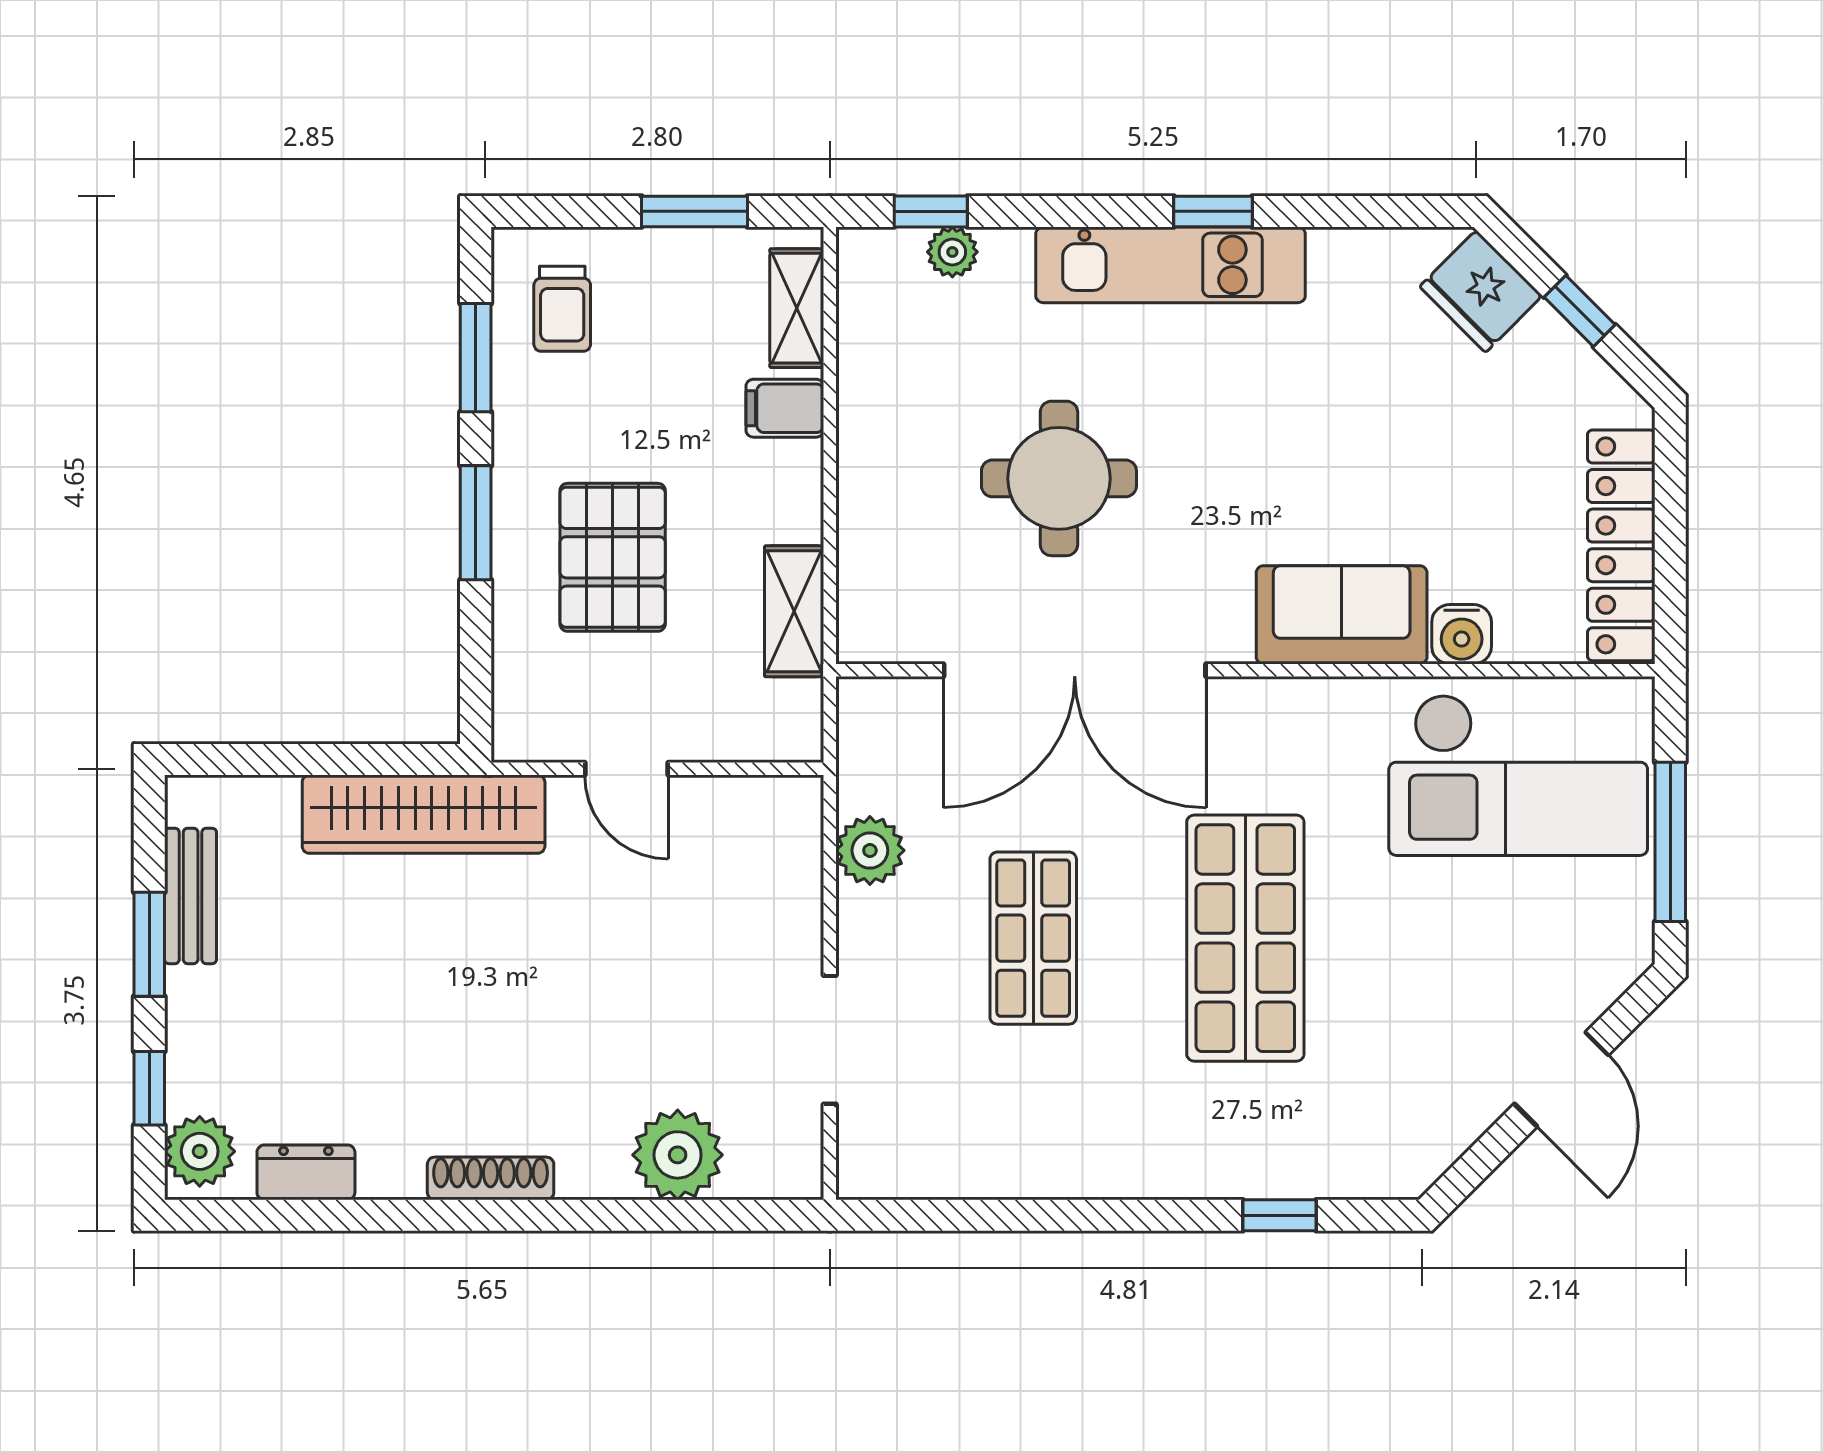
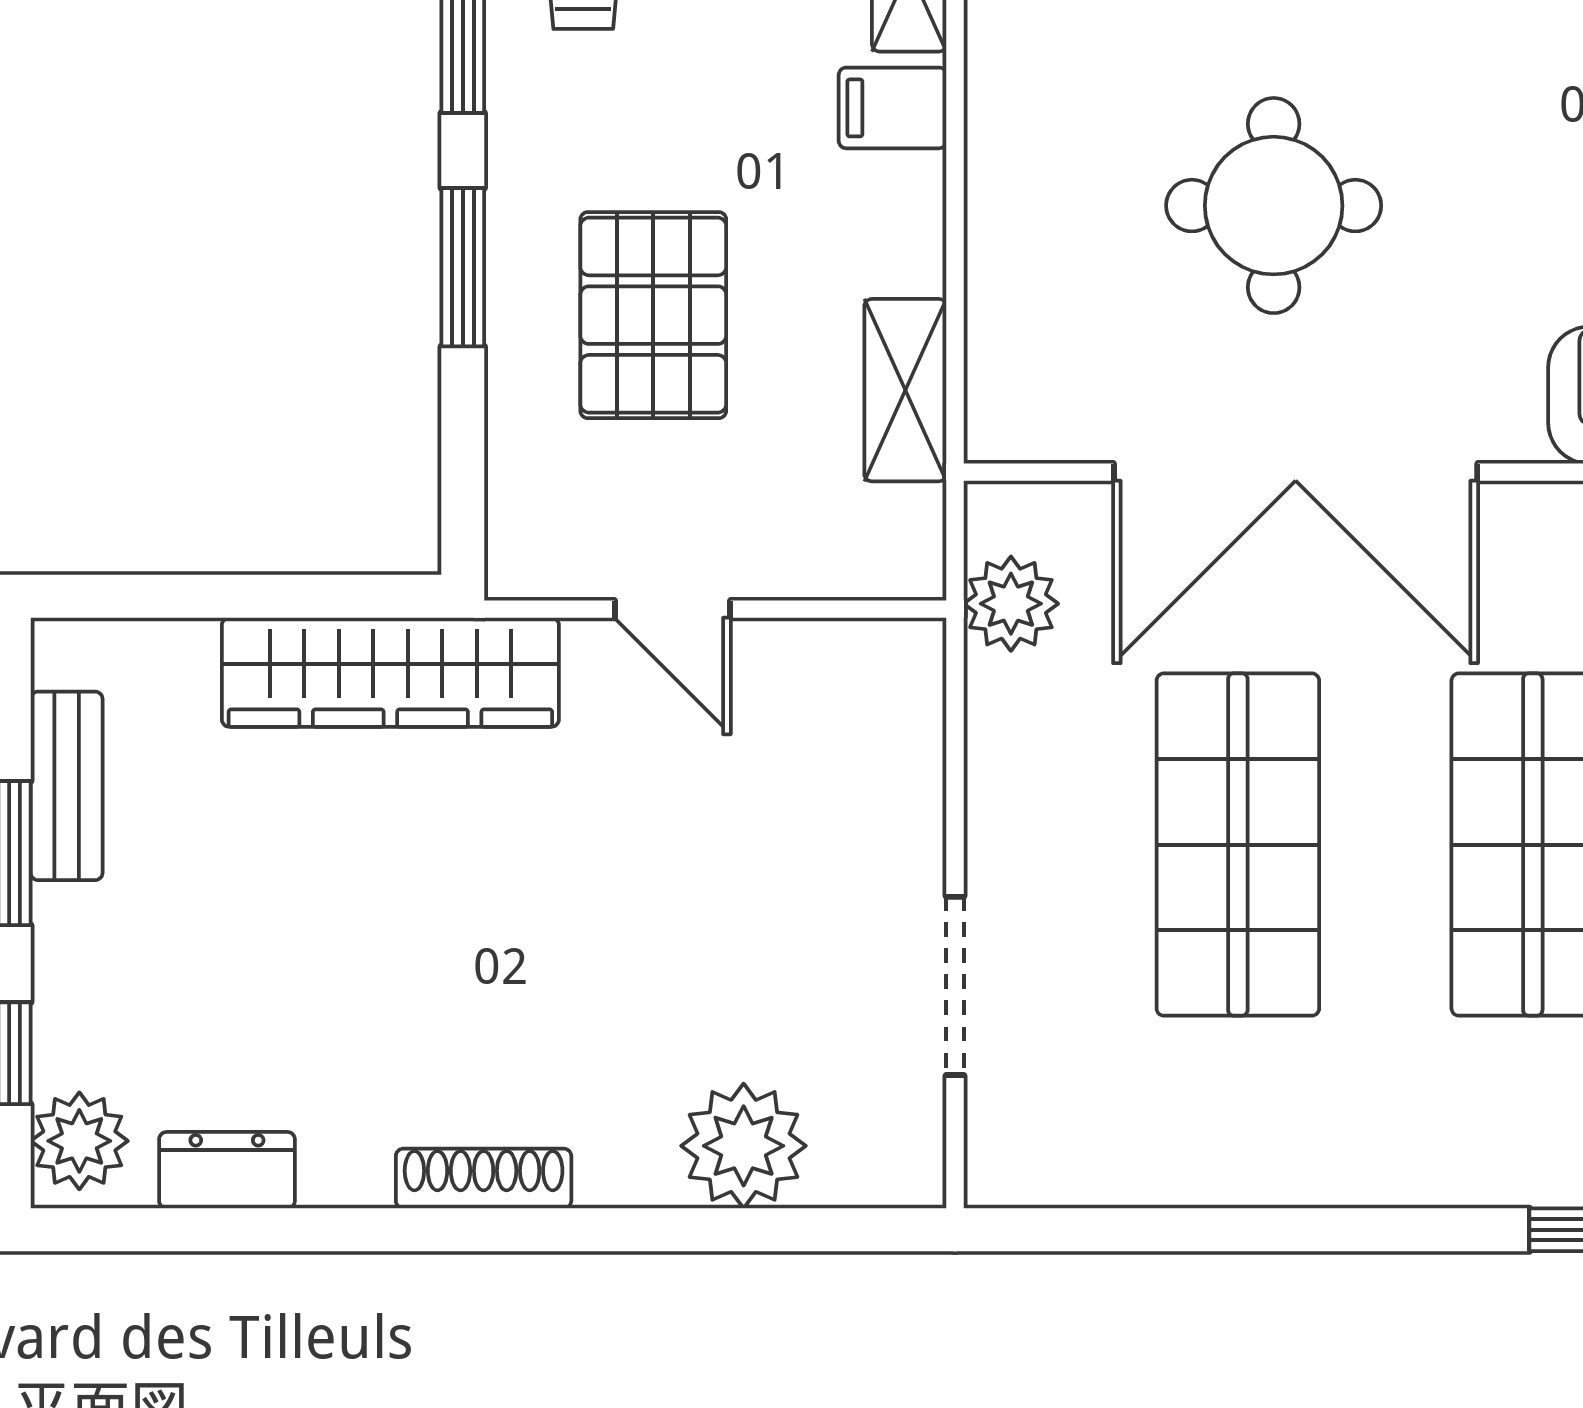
plant: (870, 850) -> (1011, 604), moved
shop shelf: (1033, 938) -> (1238, 845), width x1.43, depth x1.36

